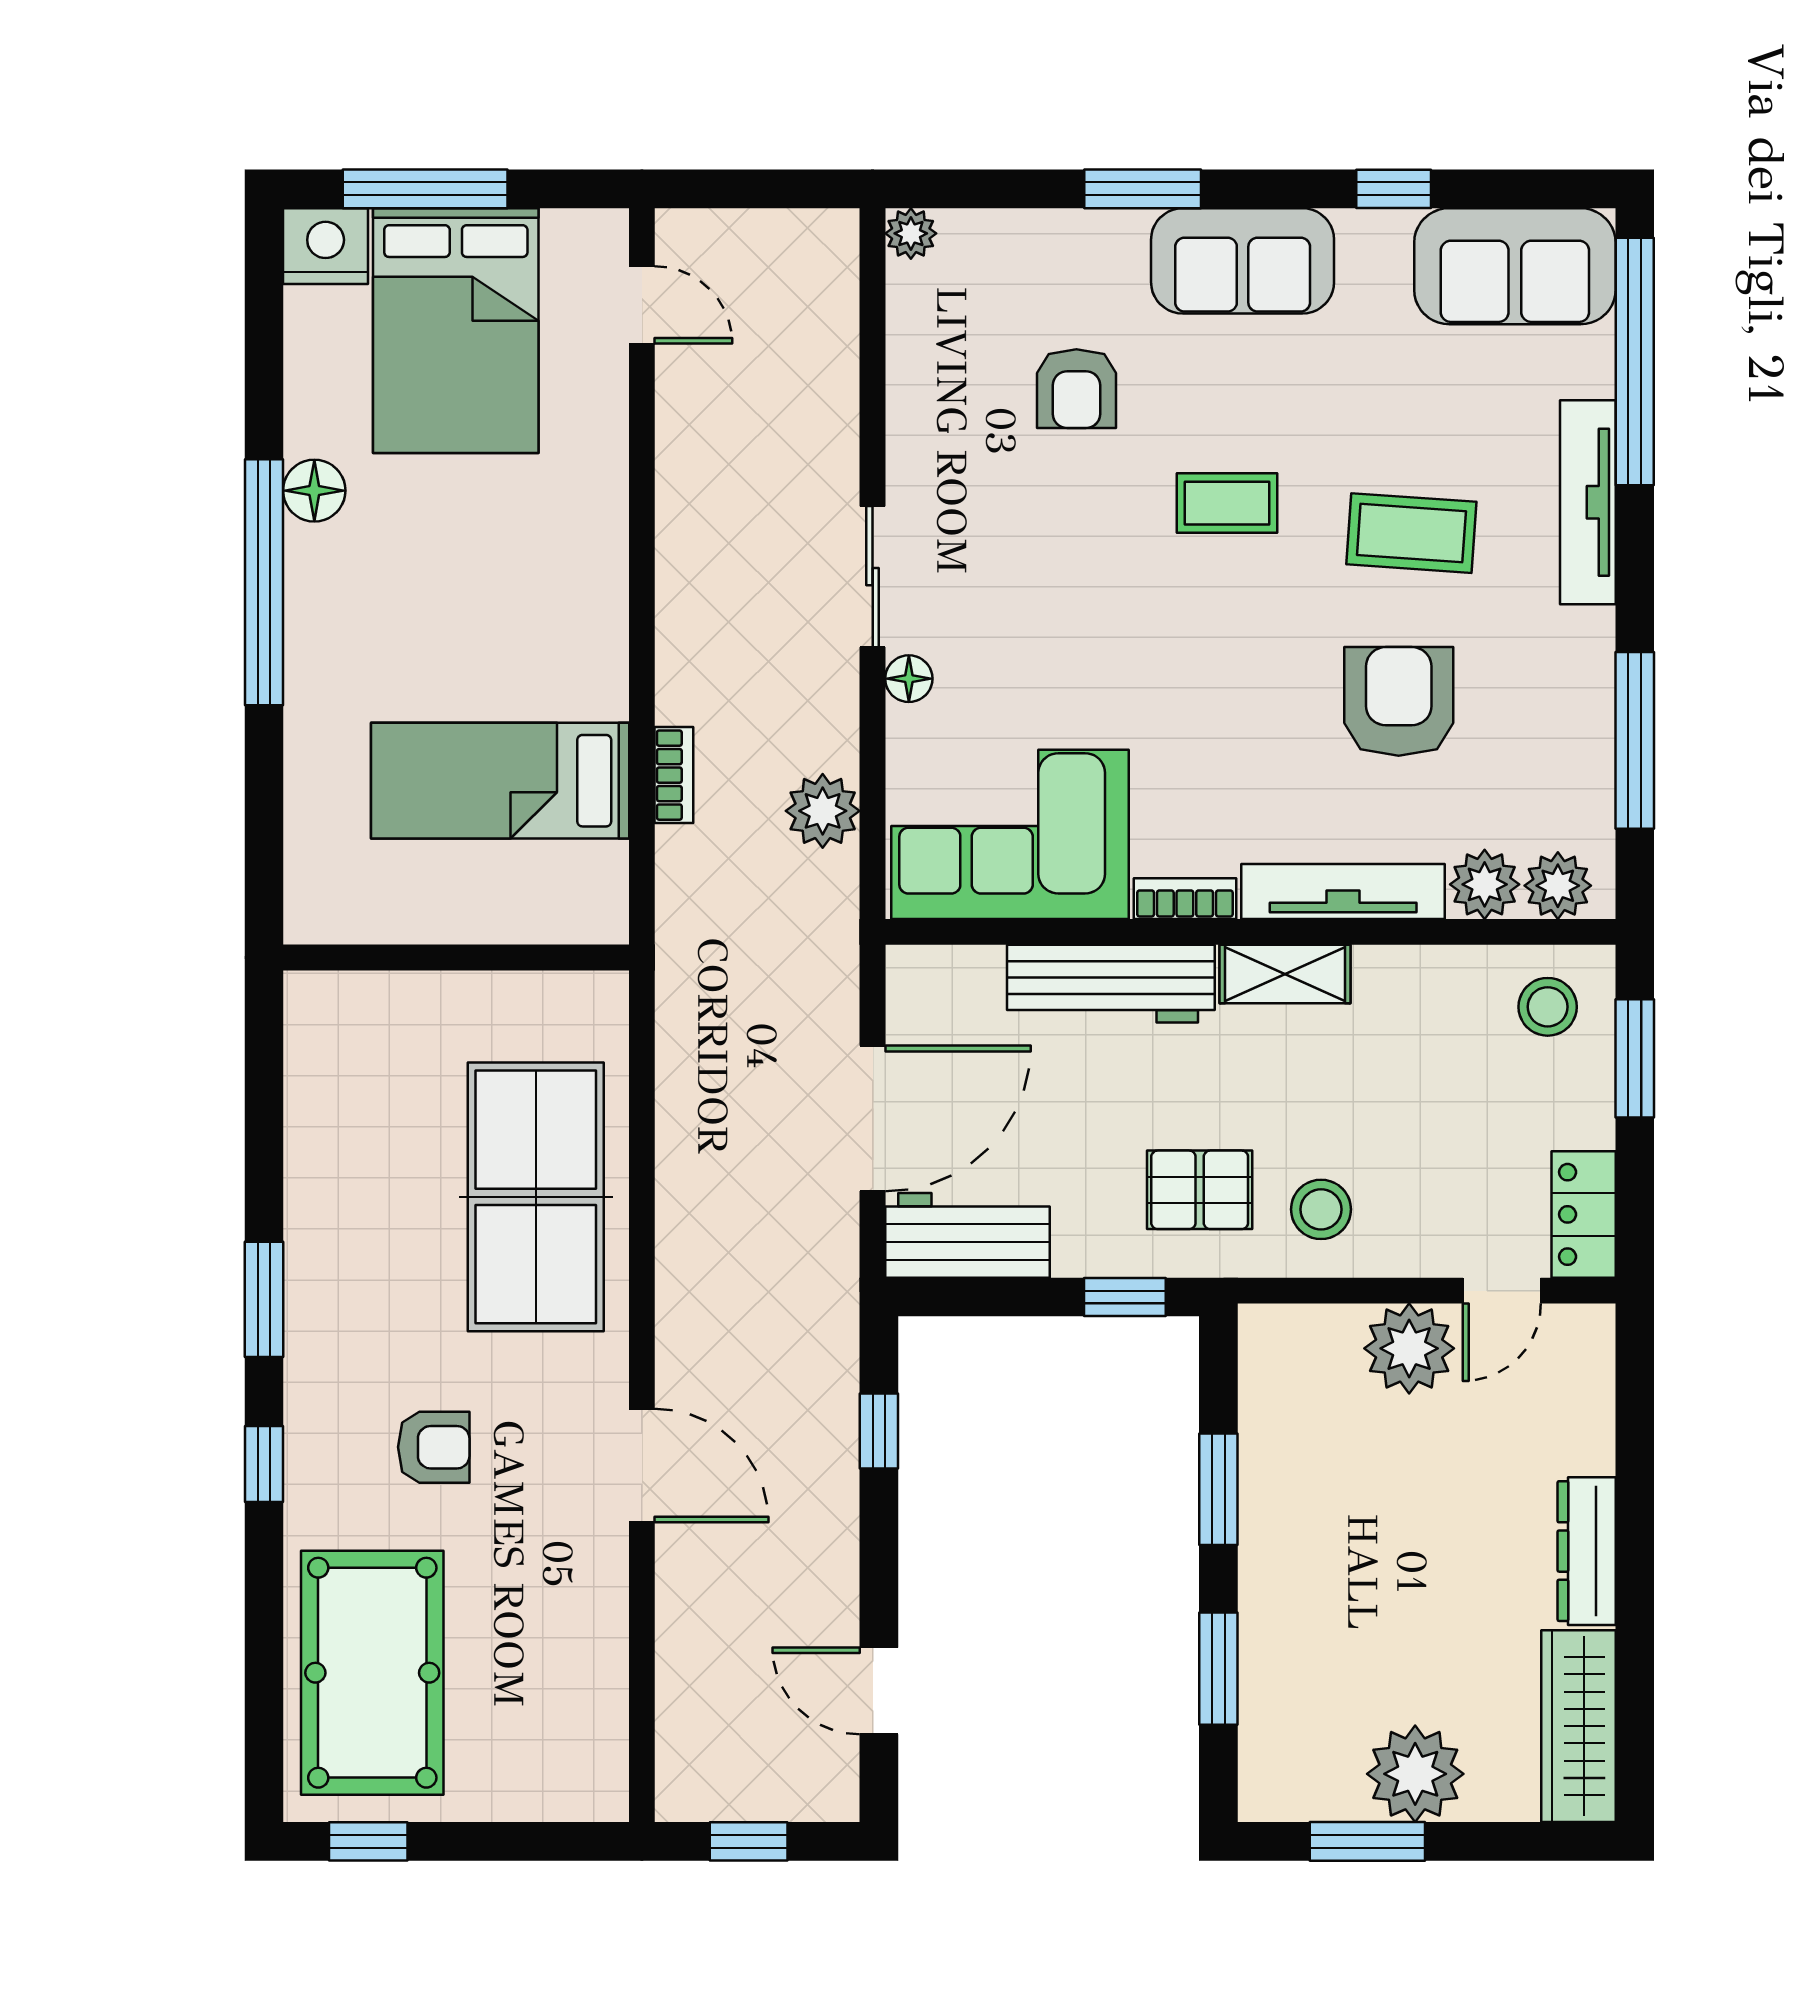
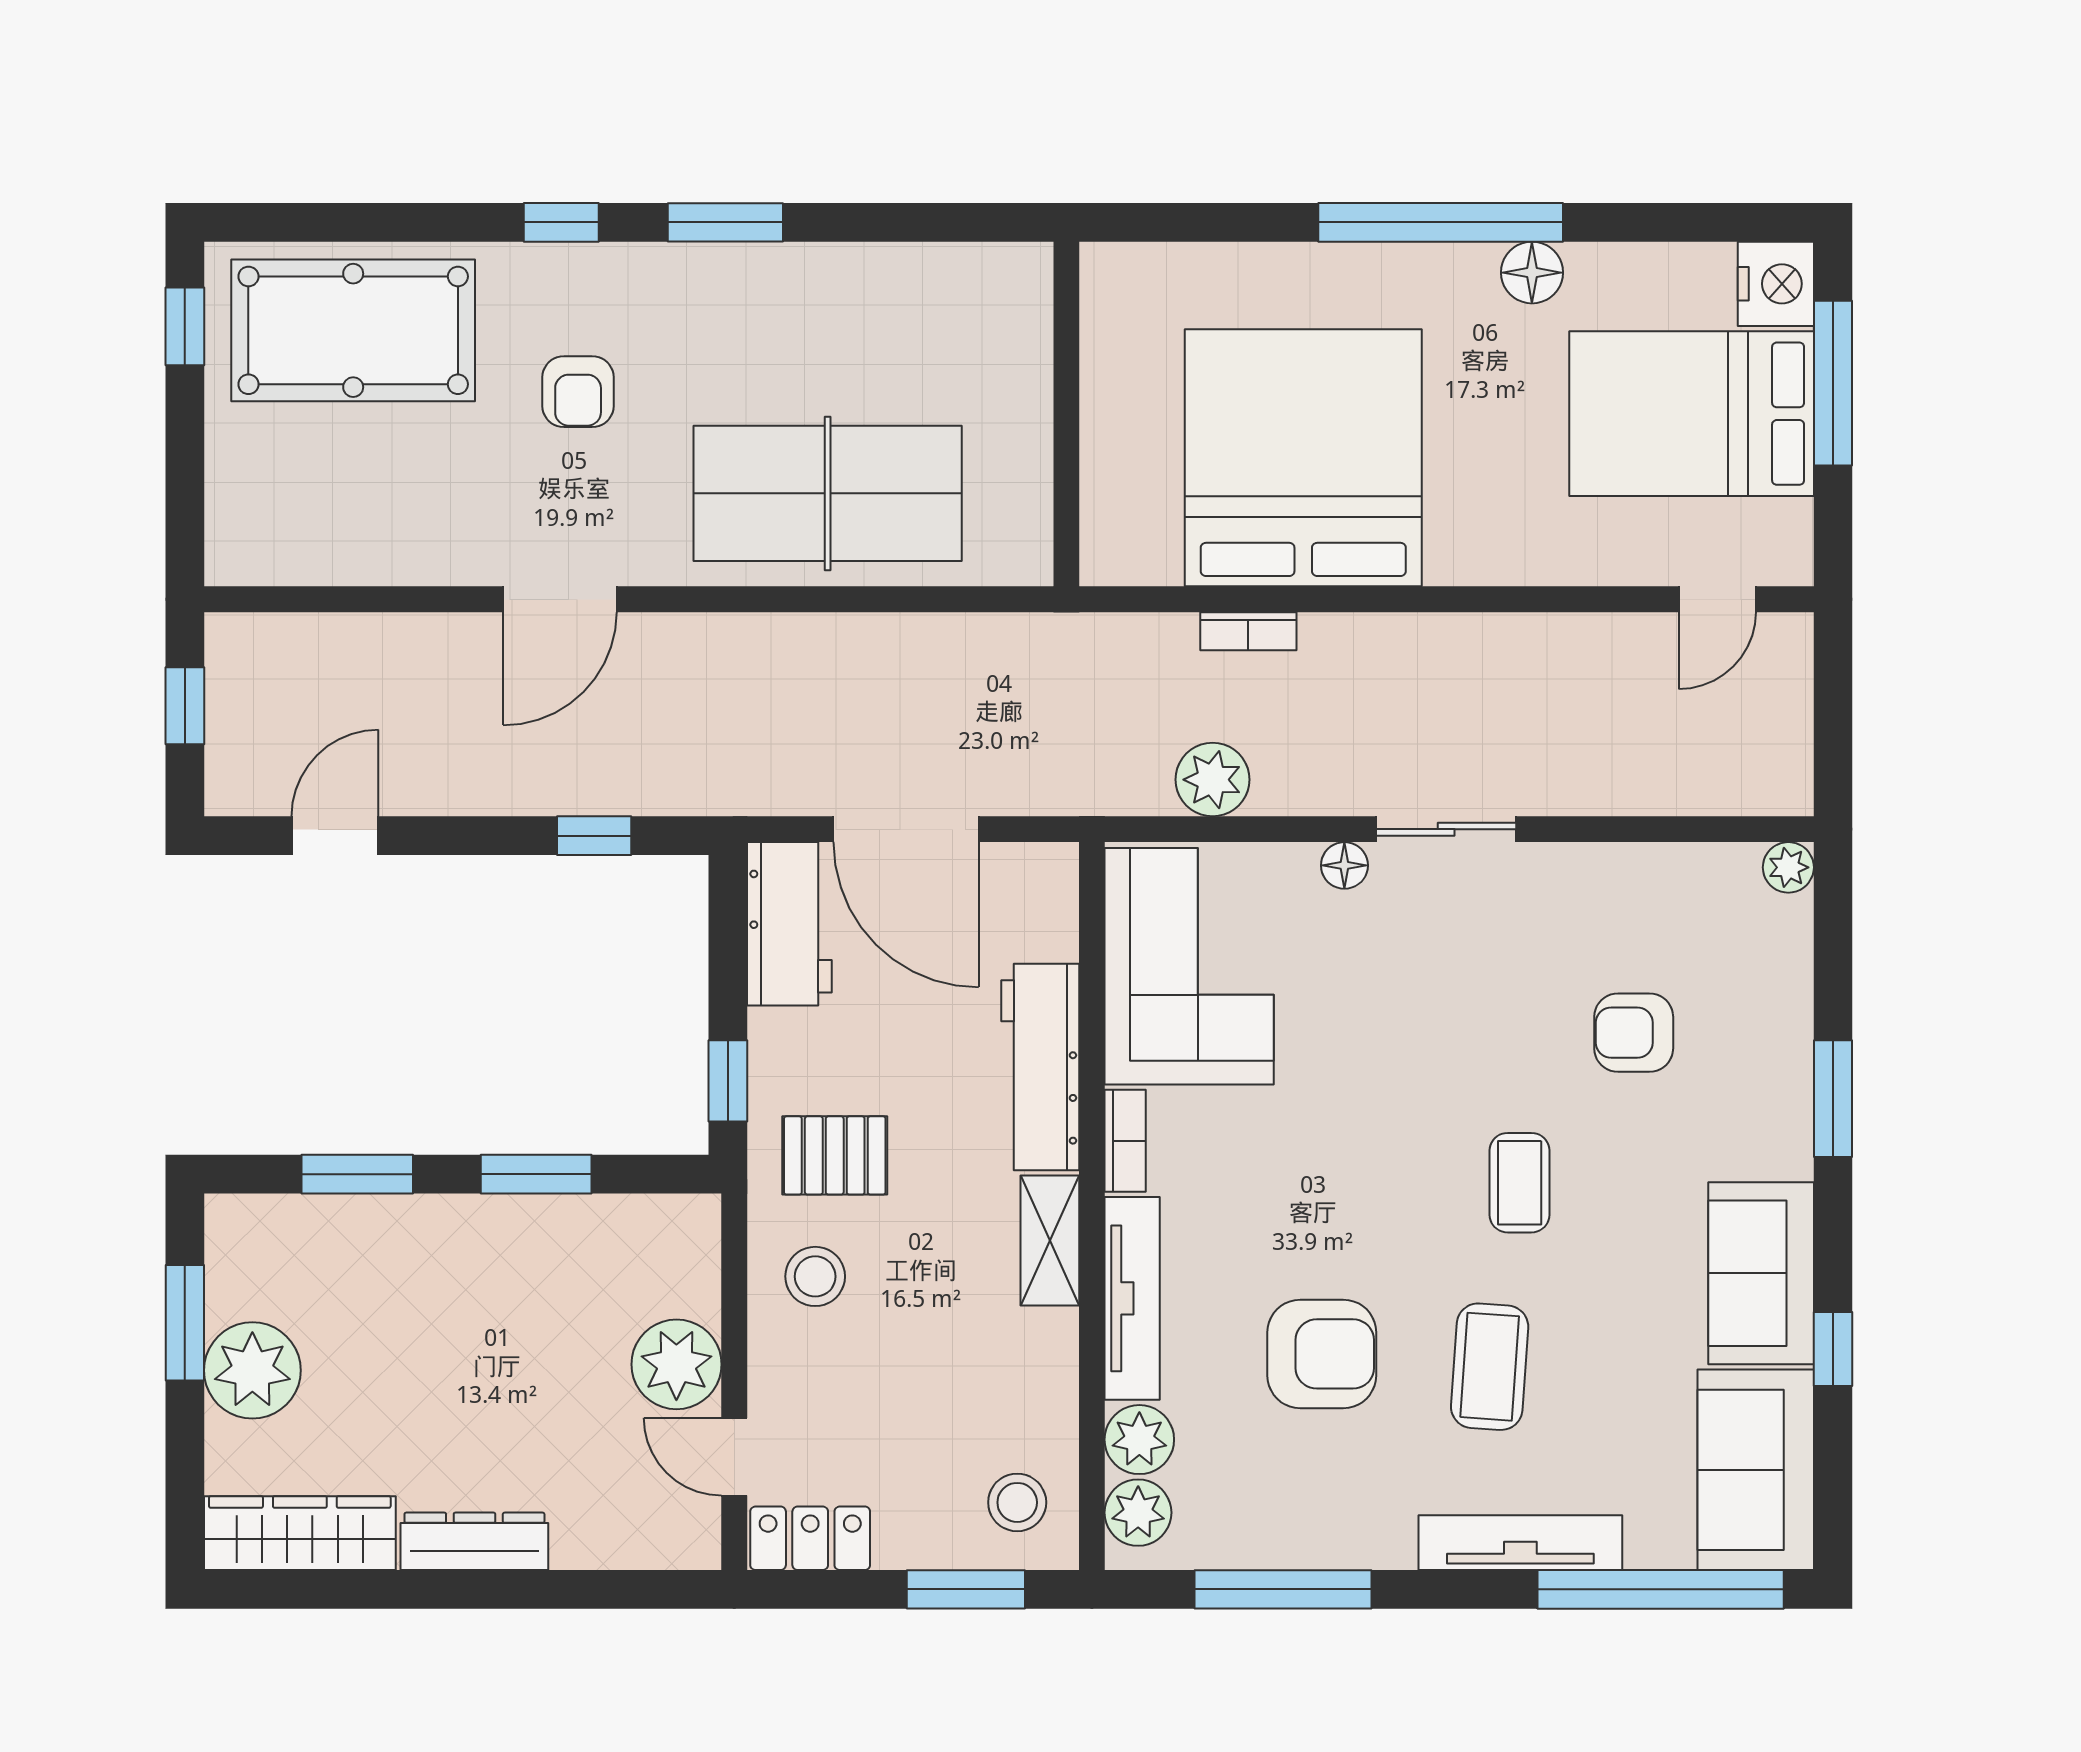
sofa: (1243, 261) -> (1761, 1273), moved
bed: (500, 781) -> (1303, 458), width x2.04
pallet: (1200, 1190) -> (835, 1155), turned 90

